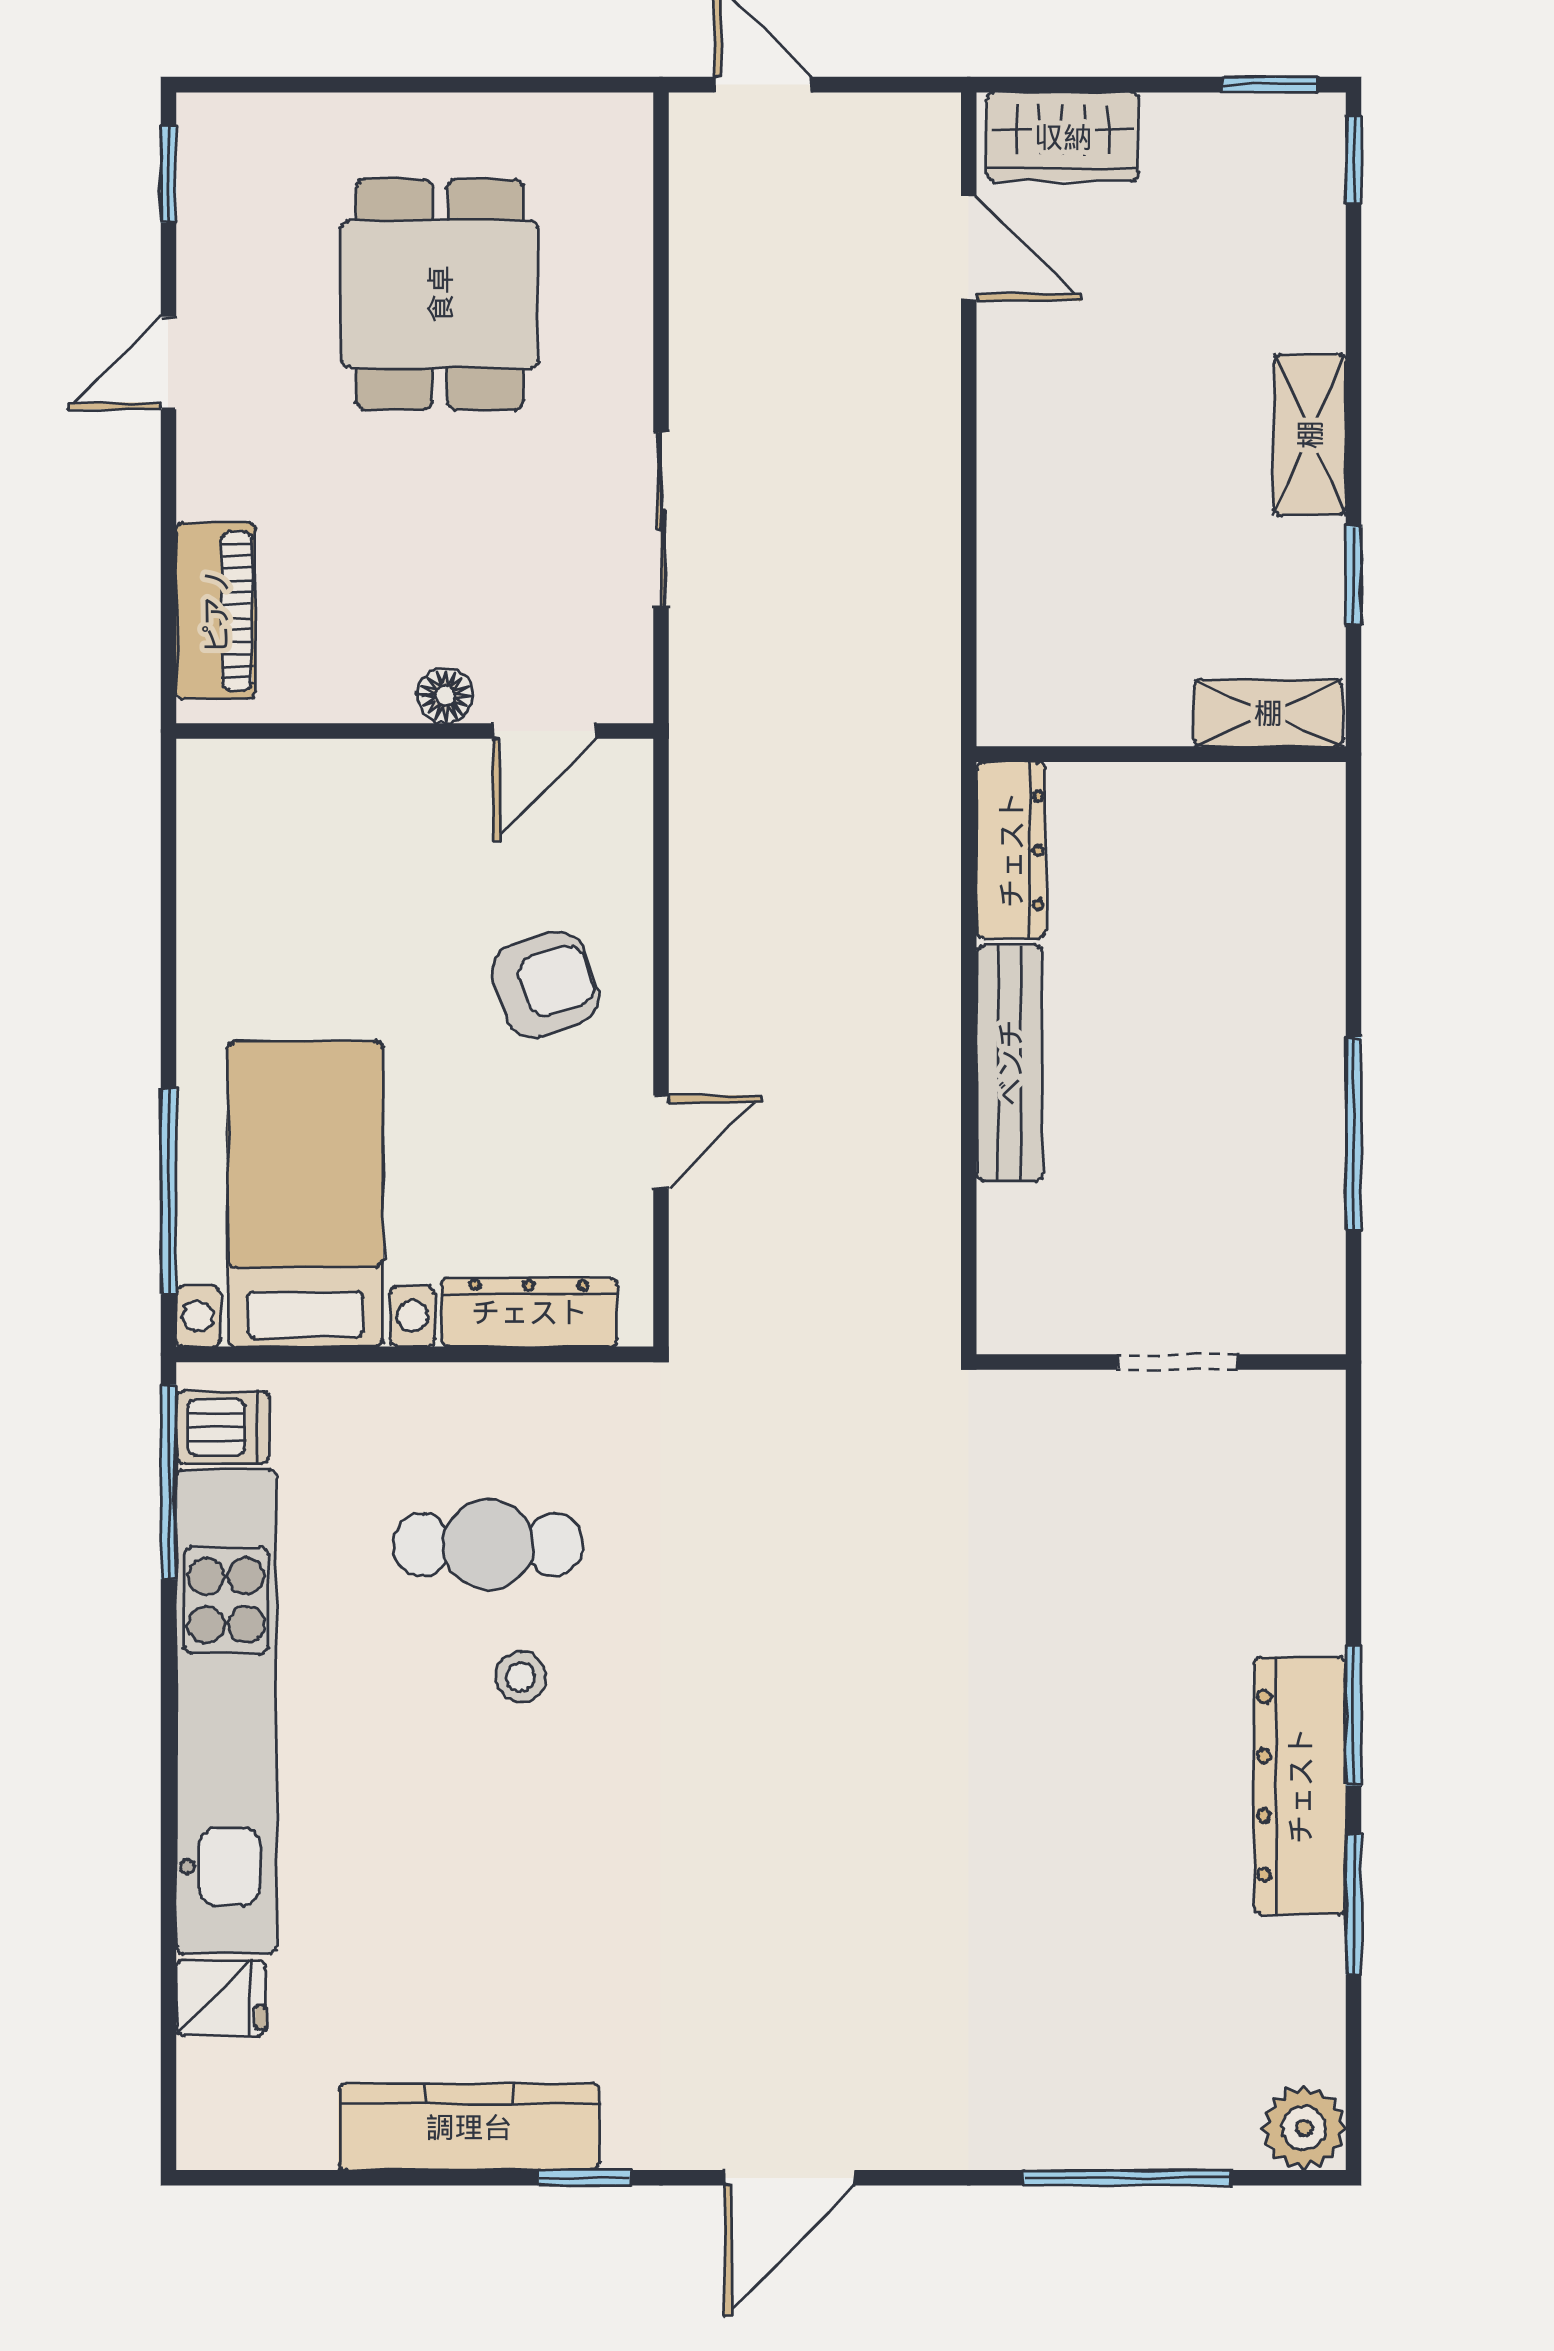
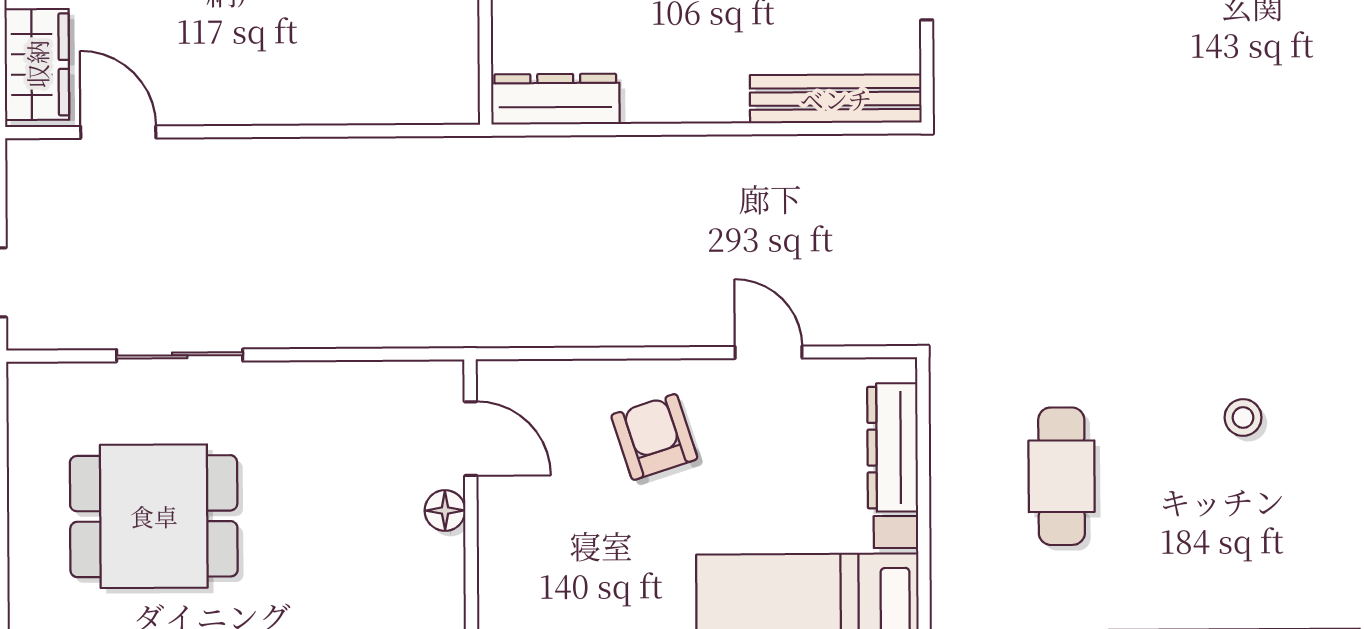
door: (969, 248) -> (118, 132), hinge flipped
sliding door: (661, 519) -> (180, 355), moved
bench: (1010, 1063) -> (836, 99), moved
stool: (521, 1677) -> (1243, 418), moved

